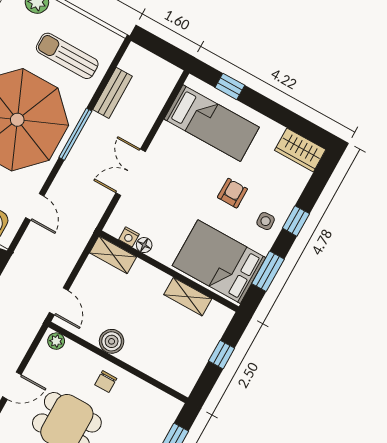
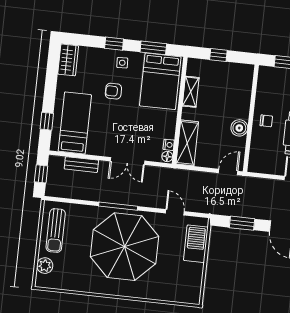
window: (162, 49) -> (41, 174), added
sun lounger: (67, 56) -> (56, 231), moved
bench: (112, 93) -> (81, 165), moved
door: (35, 207) -> (175, 212), hinge flipped
floor lamp: (144, 245) -> (167, 156), moved
shelving: (113, 255) -> (187, 143), width x1.50, depth x1.33
plant: (56, 341) -> (254, 163), removed

